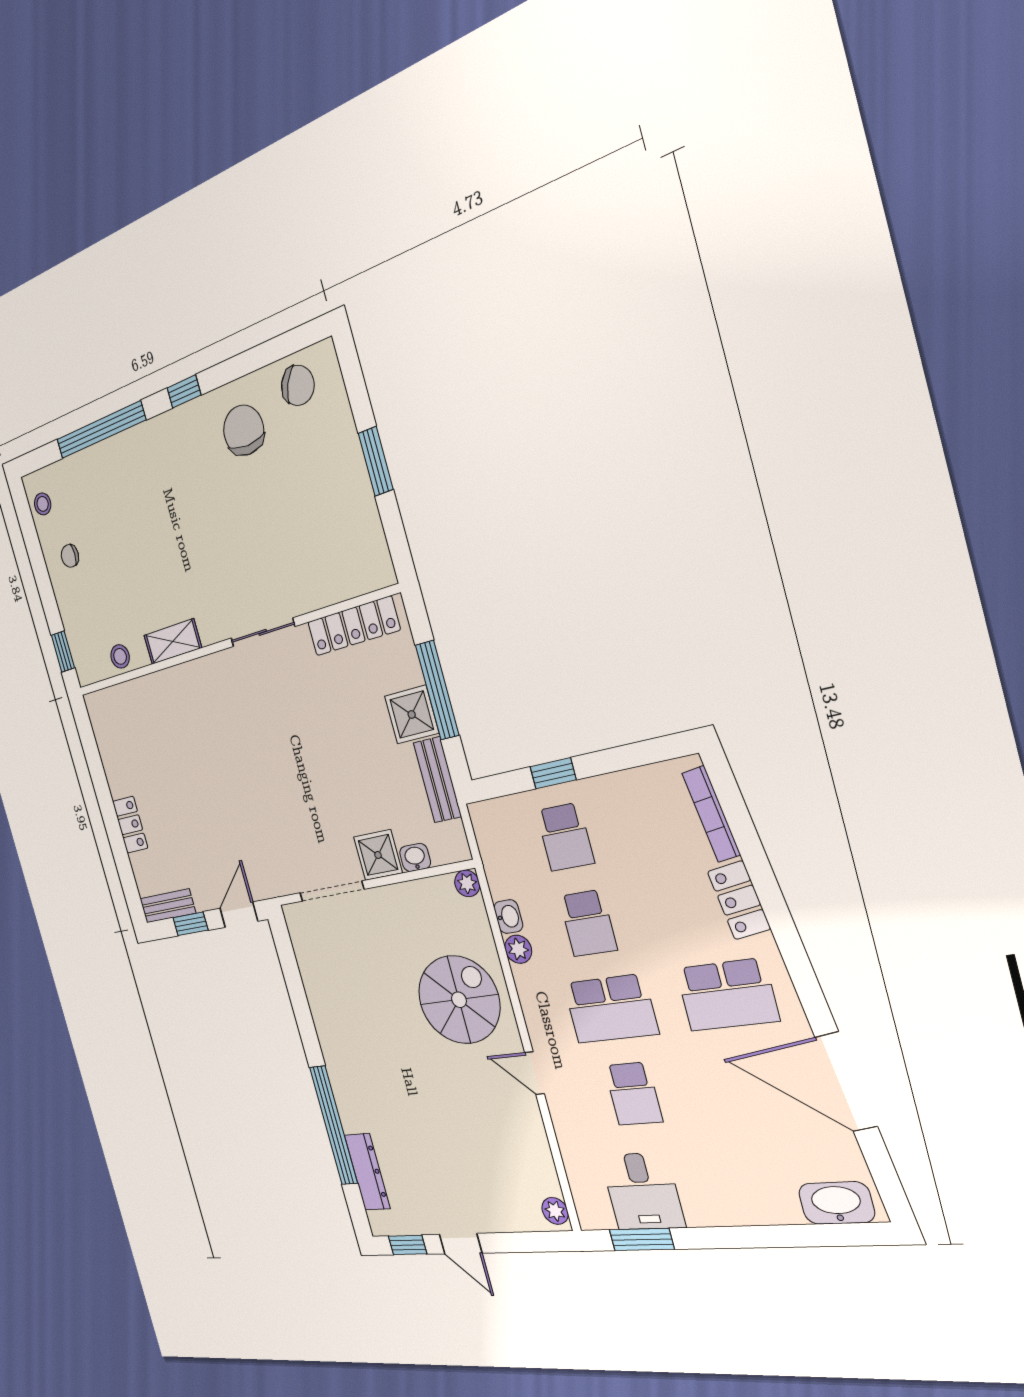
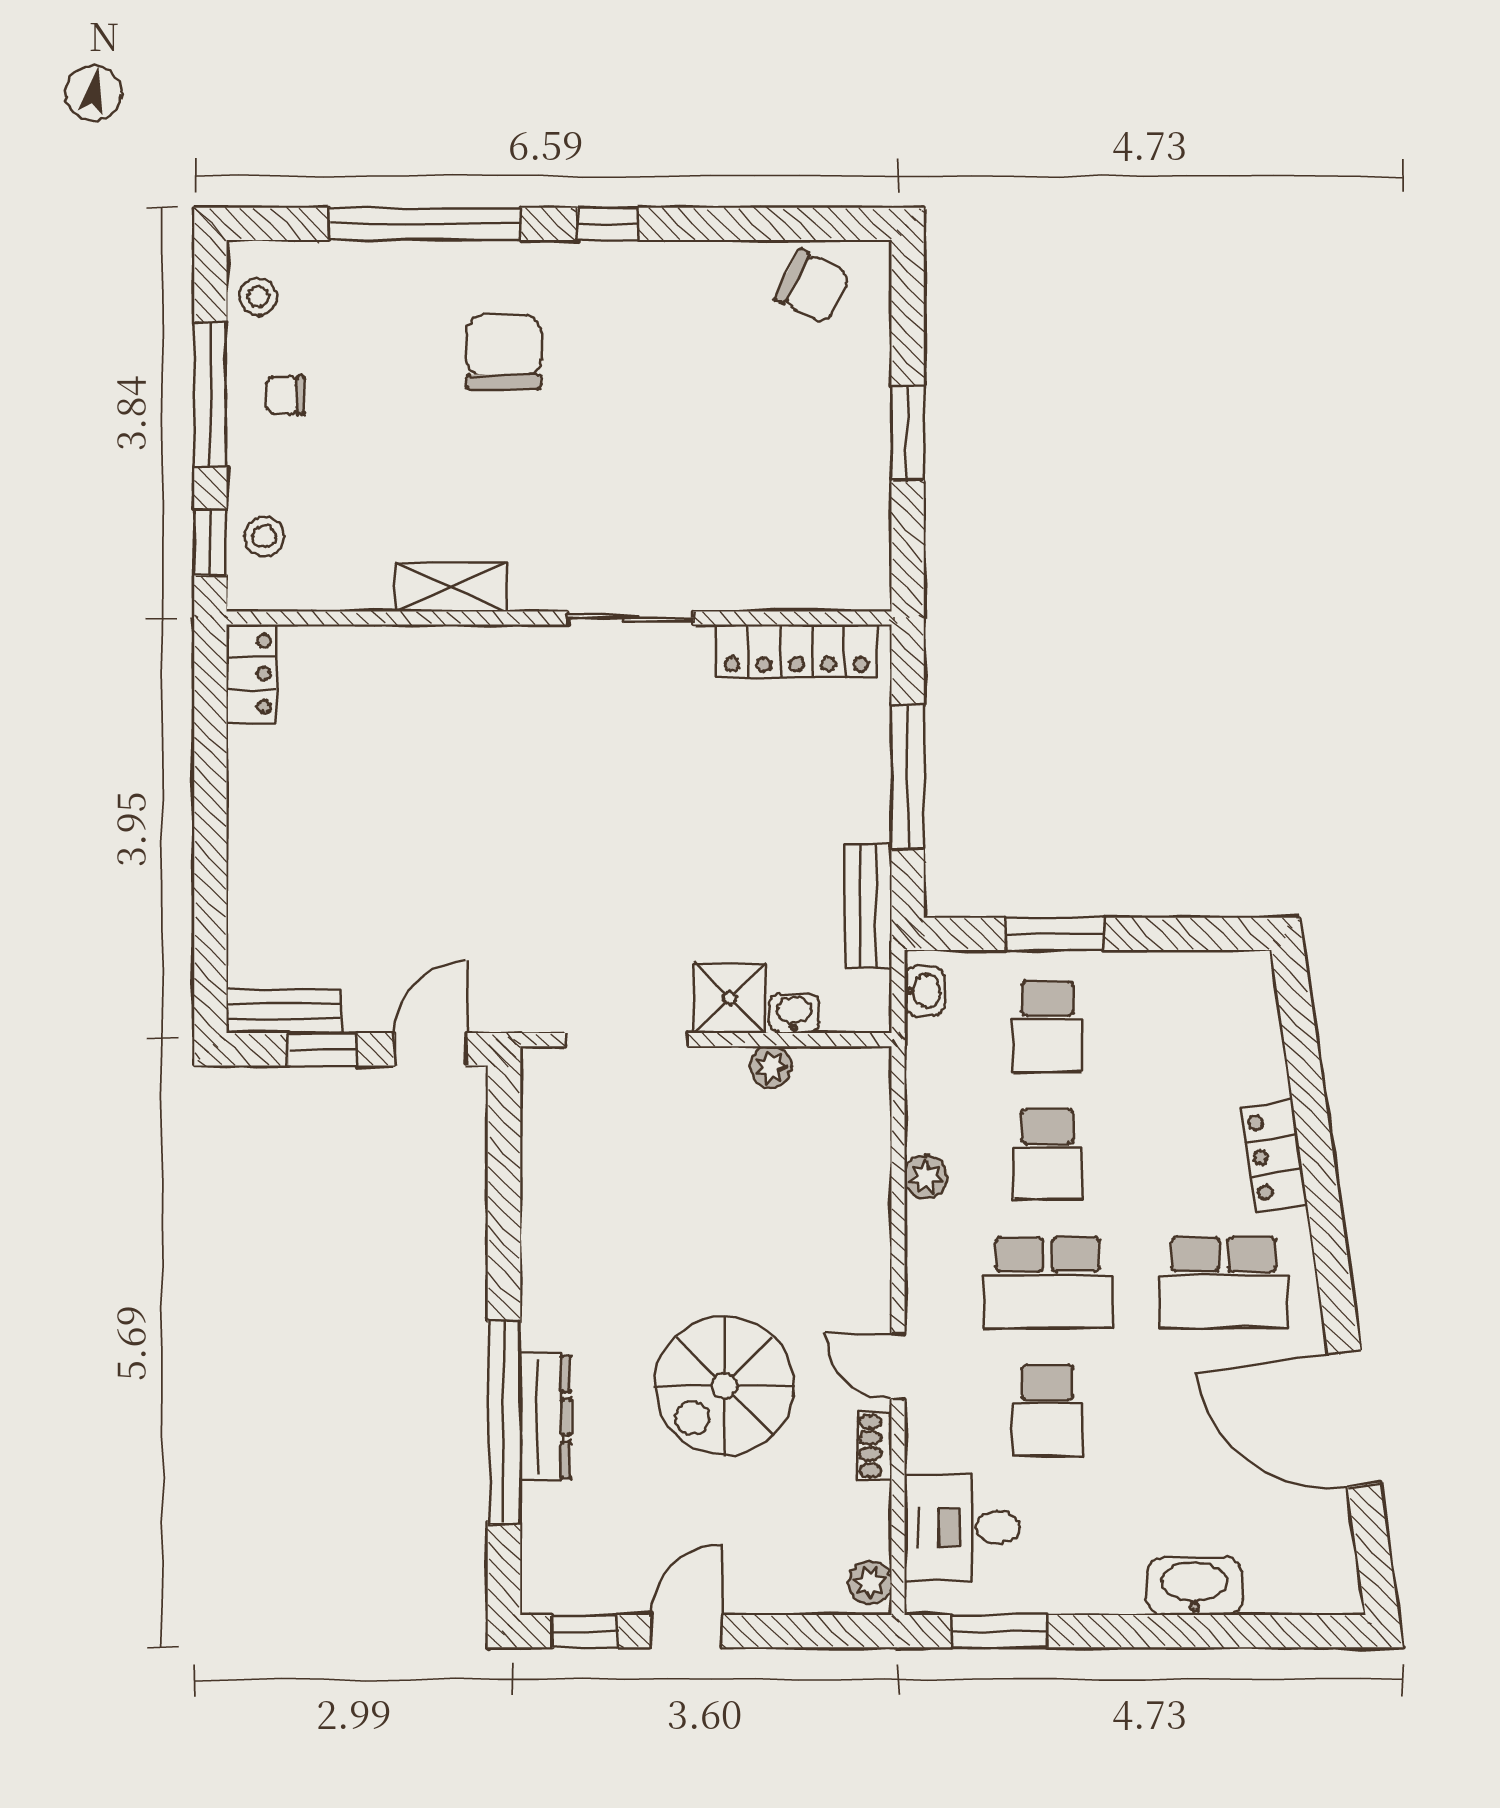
chair: (244, 430) -> (504, 352), moved
window: (39, 568) -> (210, 395), added
stool: (120, 656) -> (264, 537), moved
shower: (412, 715) -> (854, 802), removed
window: (553, 773) -> (1055, 934), width x1.50
bookcase: (711, 814) -> (1266, 1034), removed
locker: (130, 825) -> (251, 674), moved
plant: (467, 883) -> (771, 1067), moved
washbasin: (508, 917) -> (924, 991), moved
spiral stairs: (459, 1000) -> (724, 1386), moved, turned 180
shoe rack: (534, 1125) -> (875, 1446), added
dresser: (367, 1172) -> (545, 1417), moved
desk: (642, 1191) -> (962, 1527), moved, turned 90
washbasin: (837, 1203) -> (1194, 1586), moved
door: (461, 1244) -> (687, 1631), swing flipped

